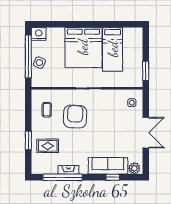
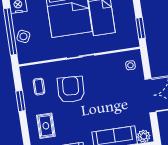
window: (28, 141) -> (21, 101), moved
rug: (48, 146) -> (46, 126), turned 90

